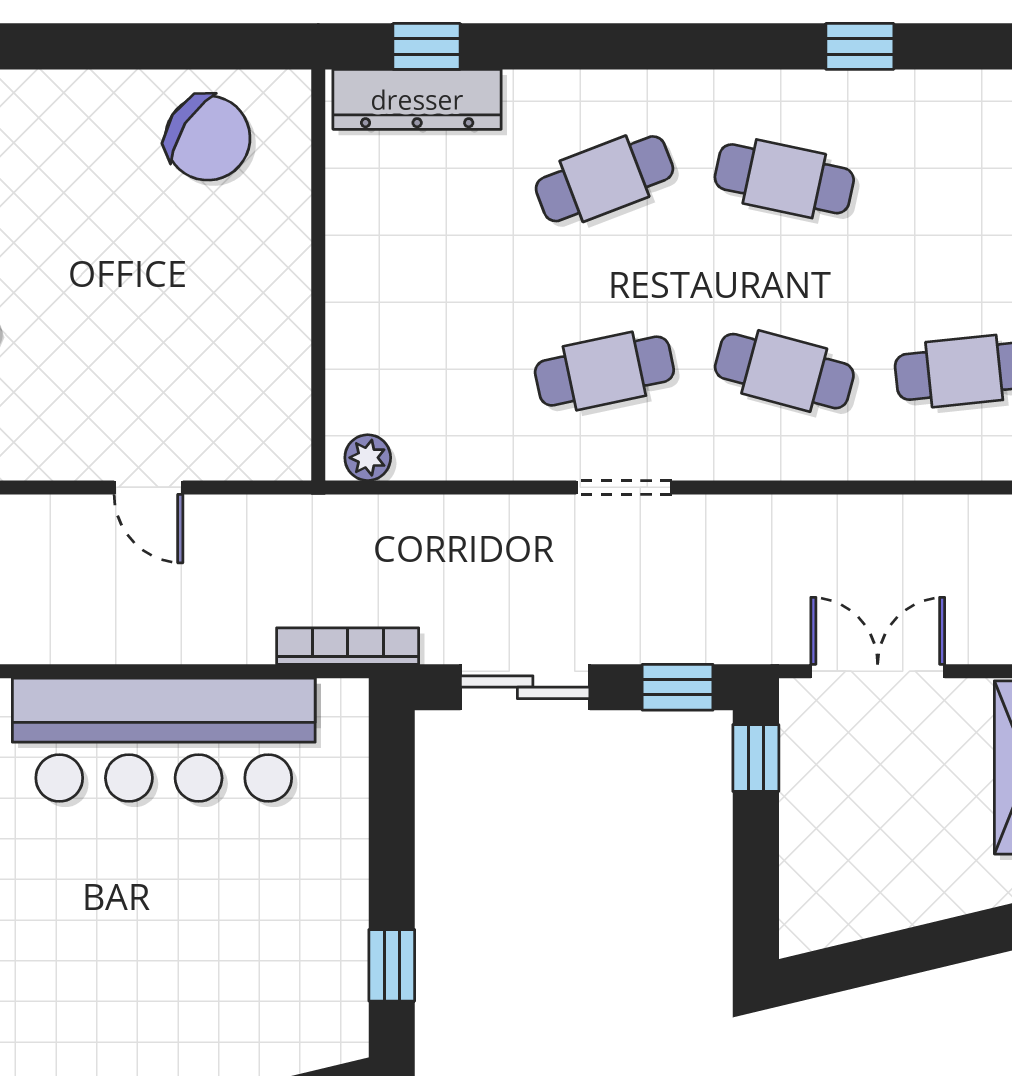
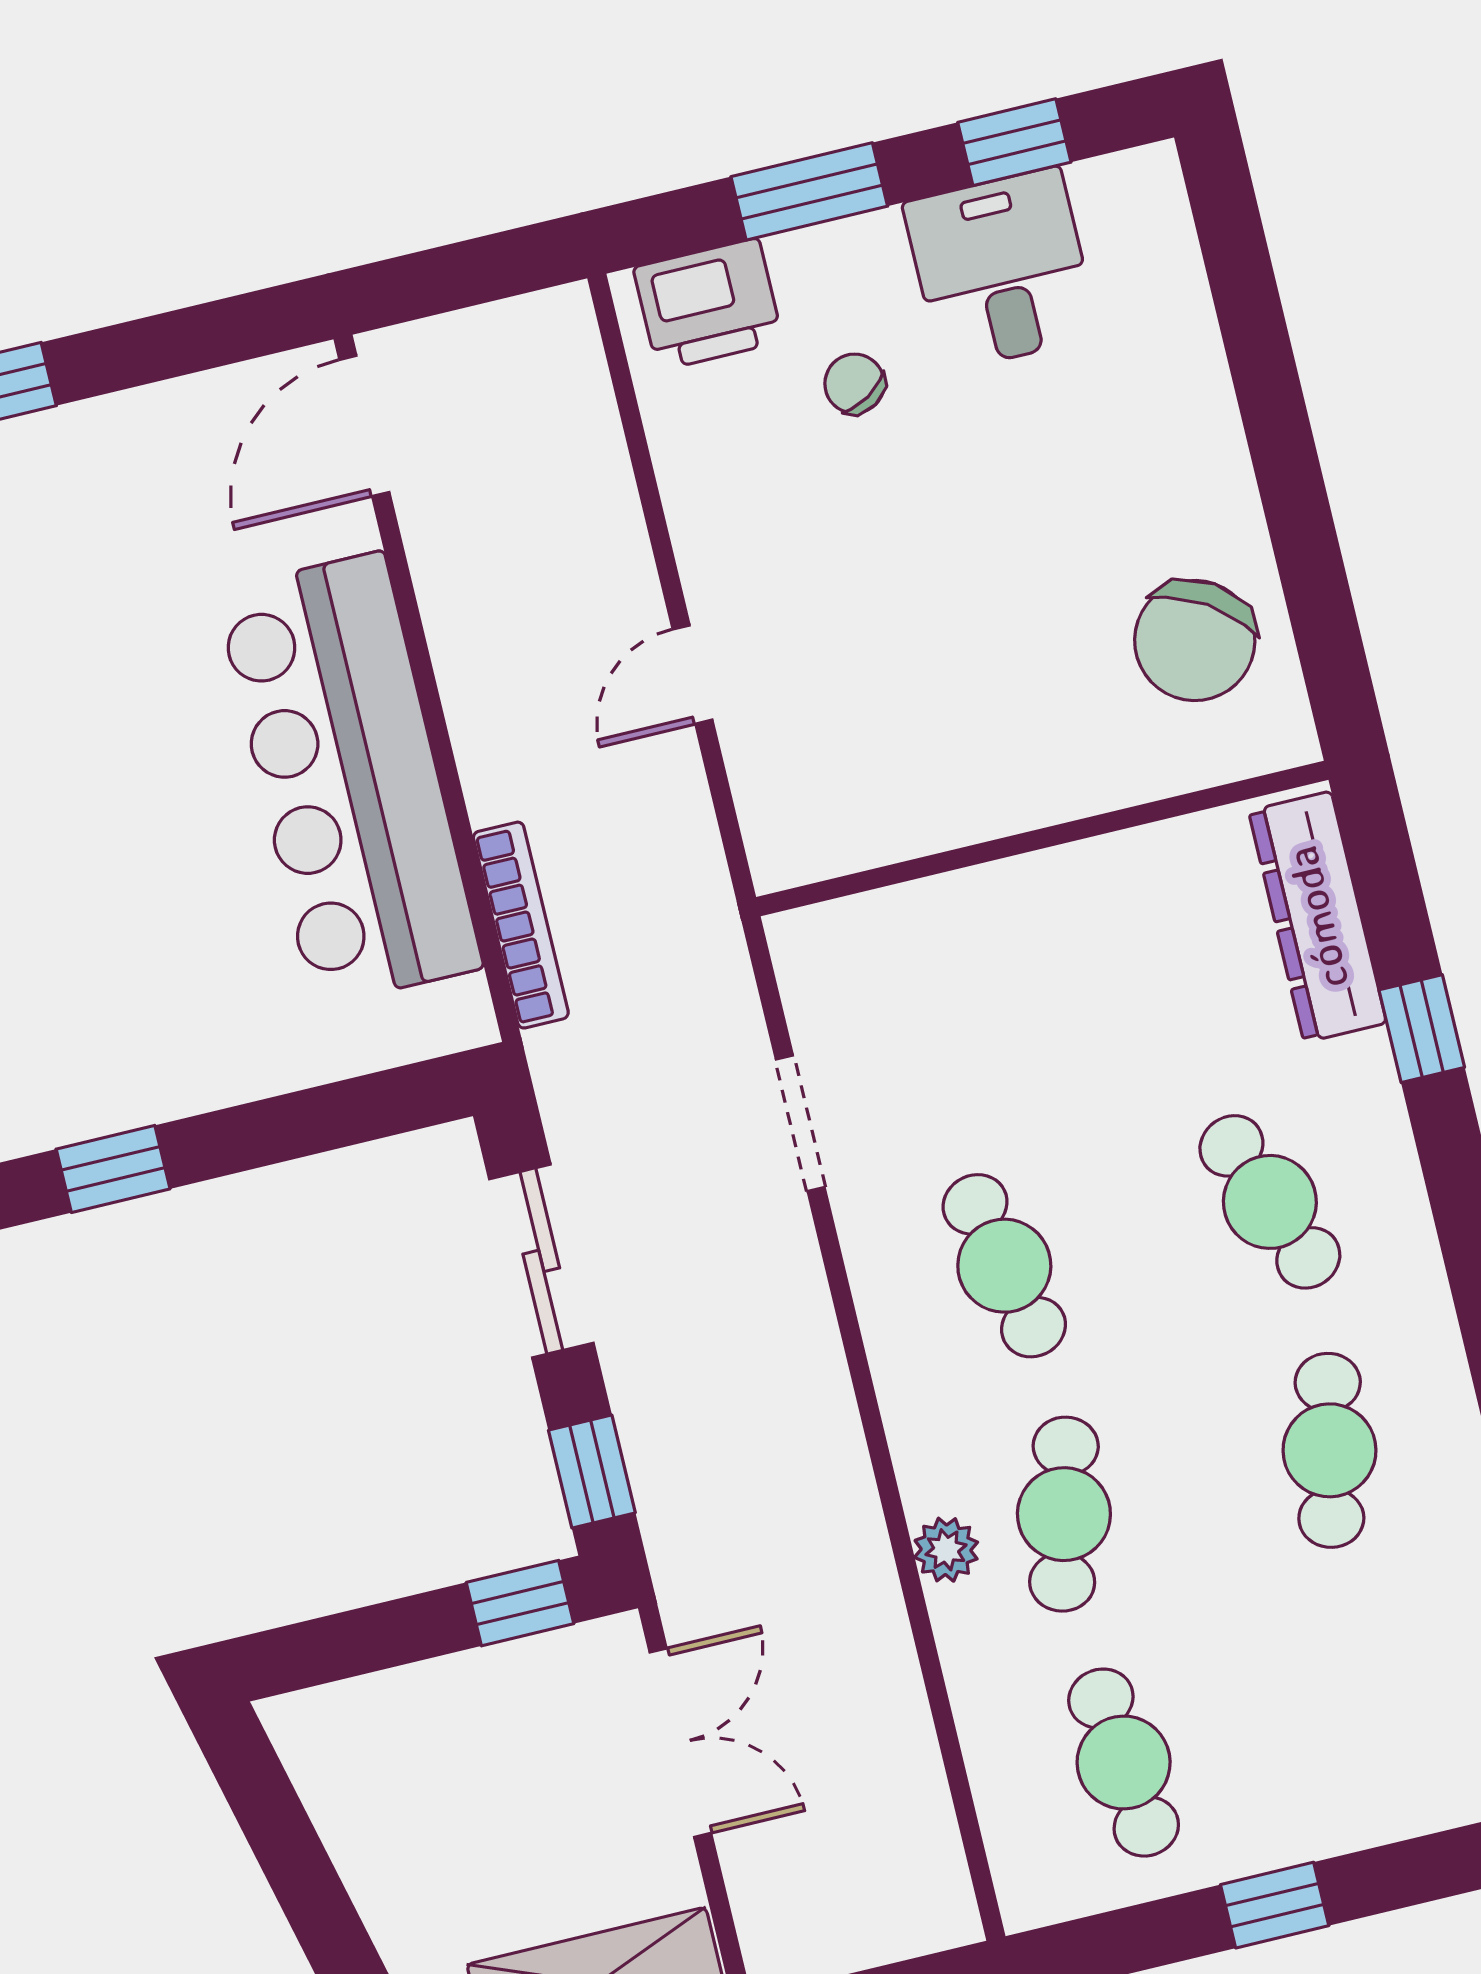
window: (427, 46) -> (1422, 1029), moved
plant: (368, 458) -> (946, 1550), moved
doorway: (624, 487) -> (800, 1123), moved
bookcase: (348, 646) -> (521, 925), moved

